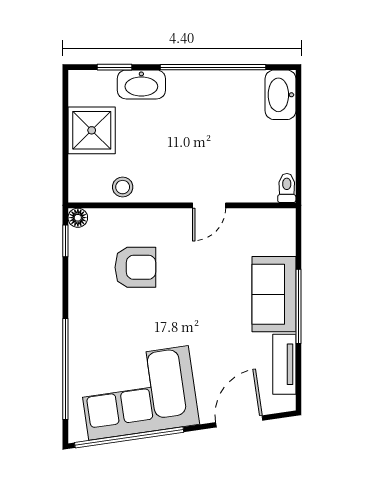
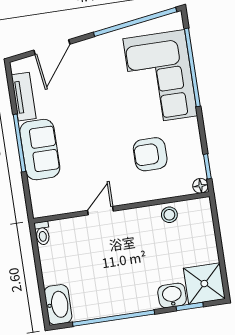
washbasin: (141, 84) -> (172, 295), width x0.72
shower: (92, 130) -> (204, 284), moved
corner sofa: (139, 393) -> (160, 77), moved, turned 98

